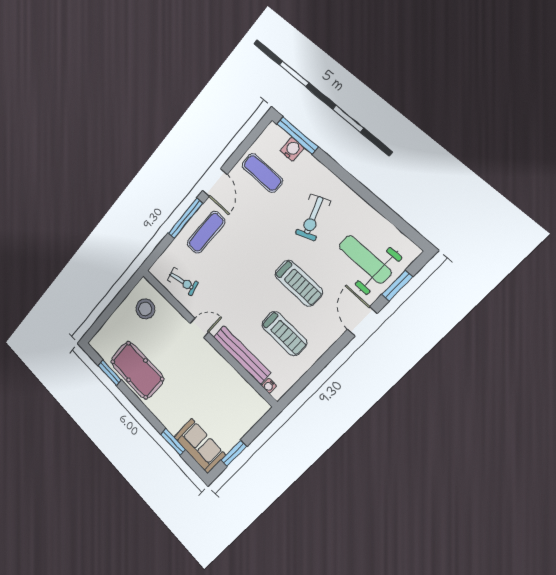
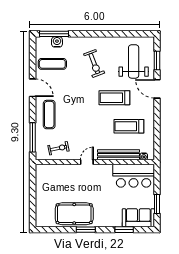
window: (185, 218) -> (33, 137), moved
weight bench: (365, 259) -> (134, 61), turned 90
treadmill: (299, 283) -> (114, 98), turned 180
stool: (145, 309) -> (51, 180), removed
treadmill: (284, 334) -> (129, 126), turned 180
window: (110, 373) -> (86, 230), moved
bar counter: (237, 395) -> (134, 176), added

